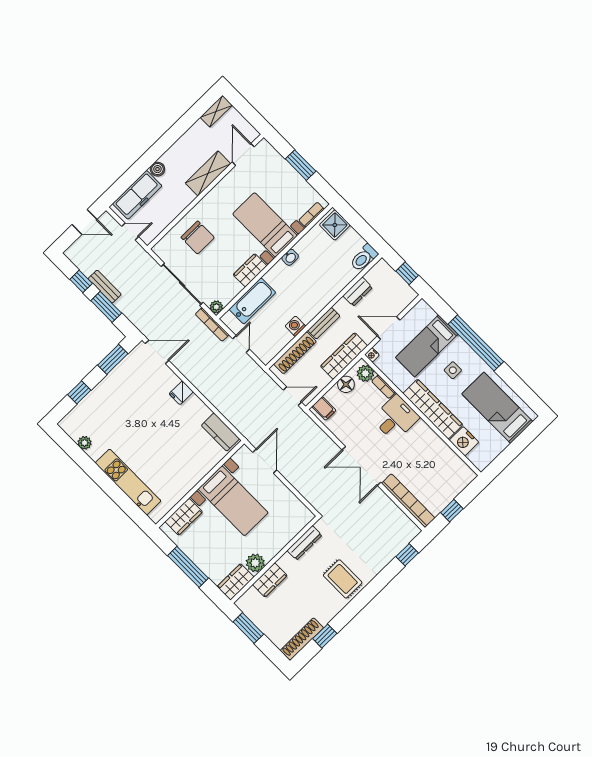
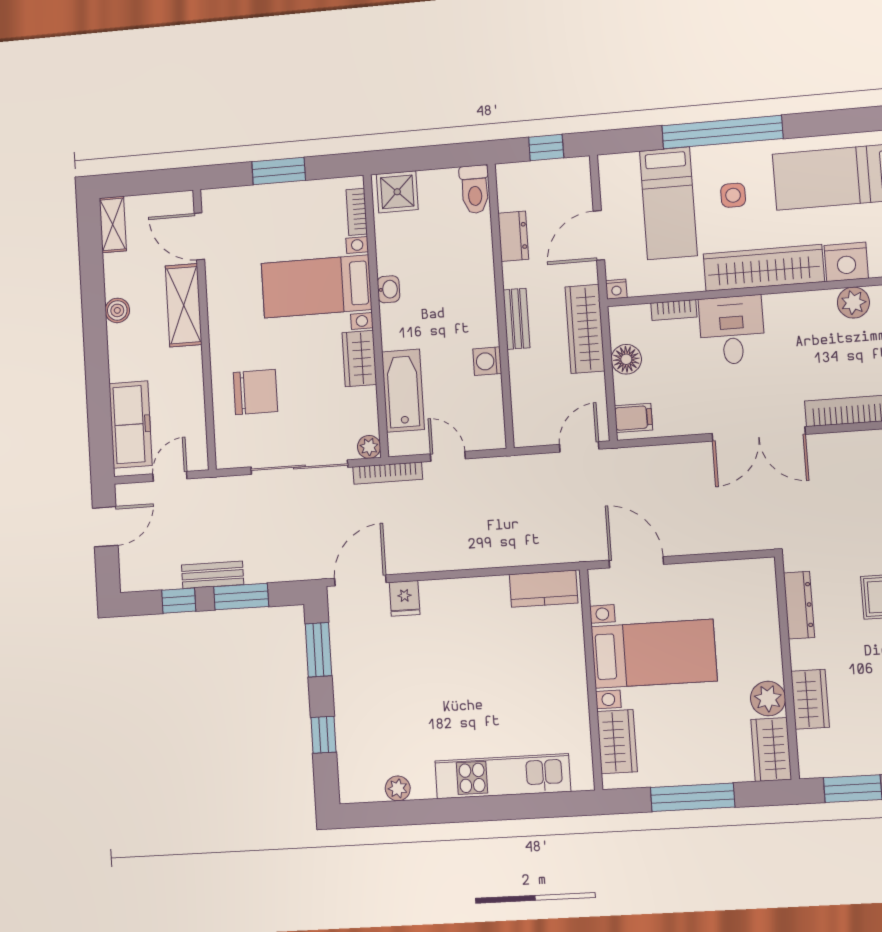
boiler: (157, 169) -> (117, 310), moved
shoe rack: (295, 353) -> (523, 393), removed
plant: (365, 373) -> (853, 303), moved
fridge: (181, 393) -> (405, 598), moved

